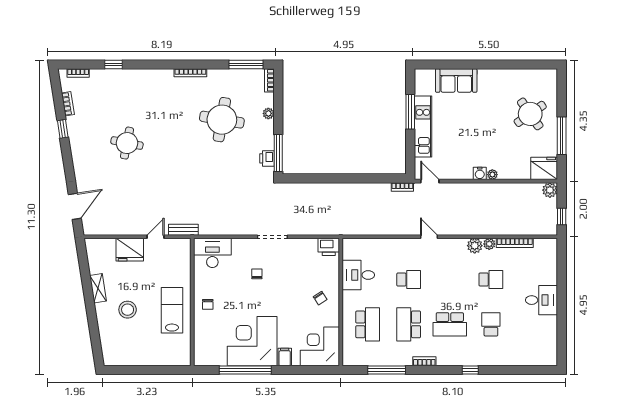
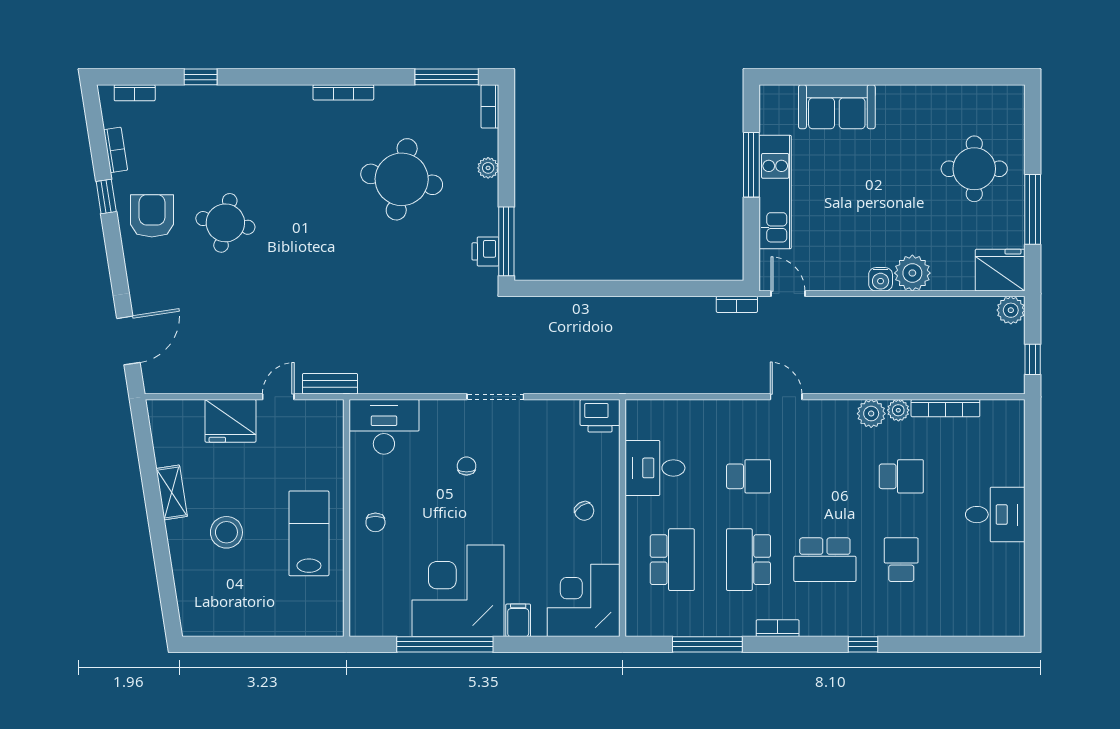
round table: (530, 114) -> (974, 169), turned 35
armchair: (87, 139) -> (152, 216), added
plant: (492, 175) -> (912, 273), width x1.88, depth x1.88

